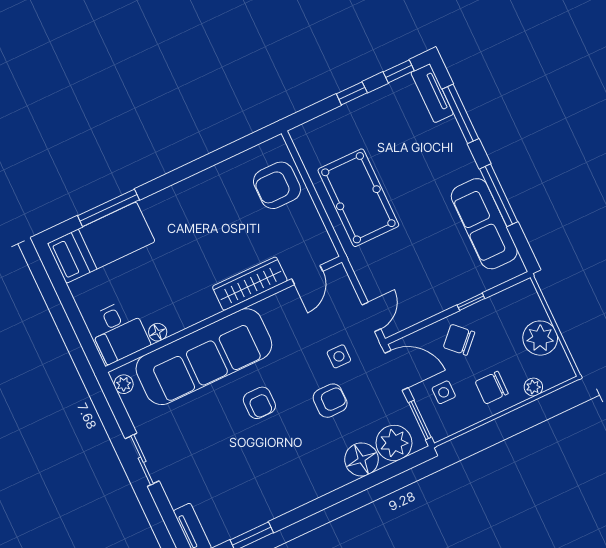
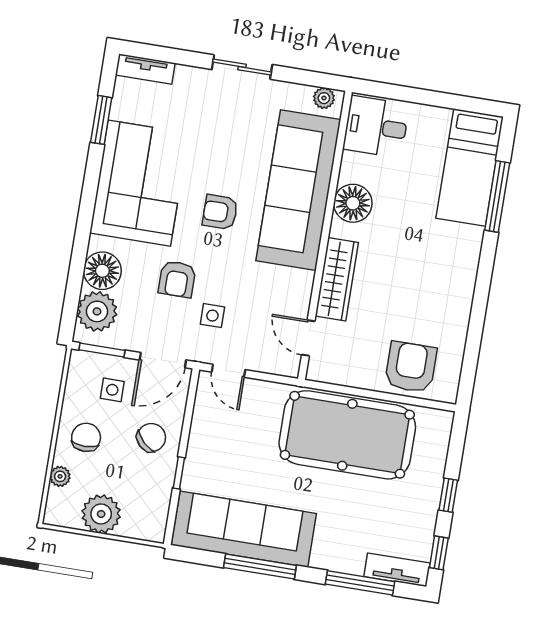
pool table: (358, 198) -> (347, 435), width x1.36, depth x1.32
sofa: (484, 224) -> (244, 529), width x1.36, depth x1.27
floor lamp: (158, 332) -> (353, 203), moved, width x1.89, depth x1.89
corner sofa: (279, 477) -> (139, 183), added

